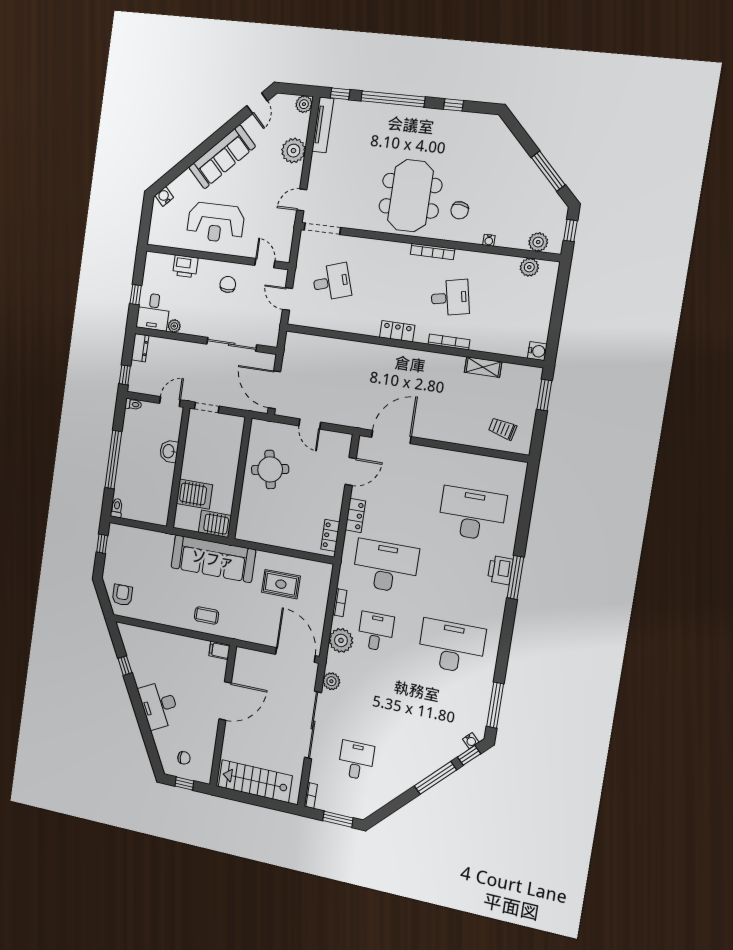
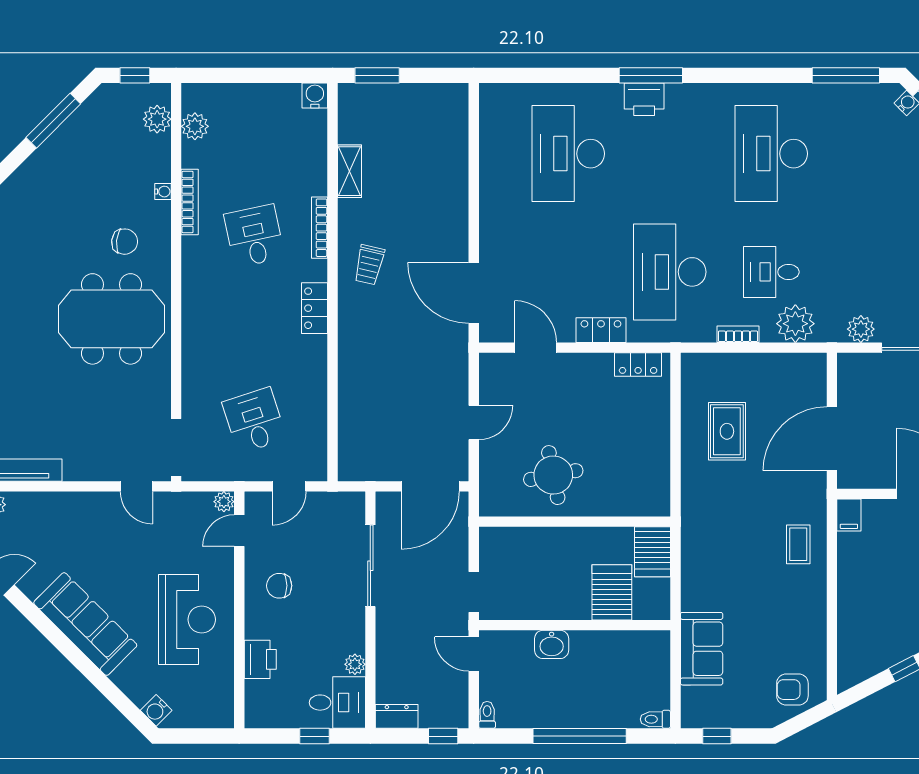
plant: (293, 151) -> (224, 502), moved, width x0.53, depth x0.53
bookcase: (433, 251) -> (190, 202), moved
trolley: (503, 429) -> (369, 265), moved
sofa: (213, 559) -> (702, 649), moved, width x0.54, depth x0.79
door: (295, 655) -> (832, 439), moved

